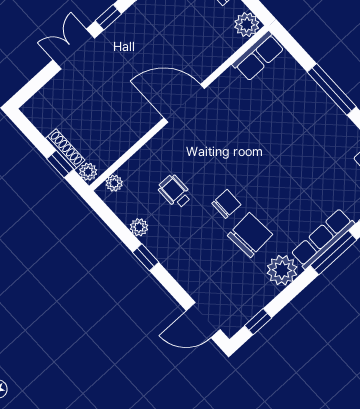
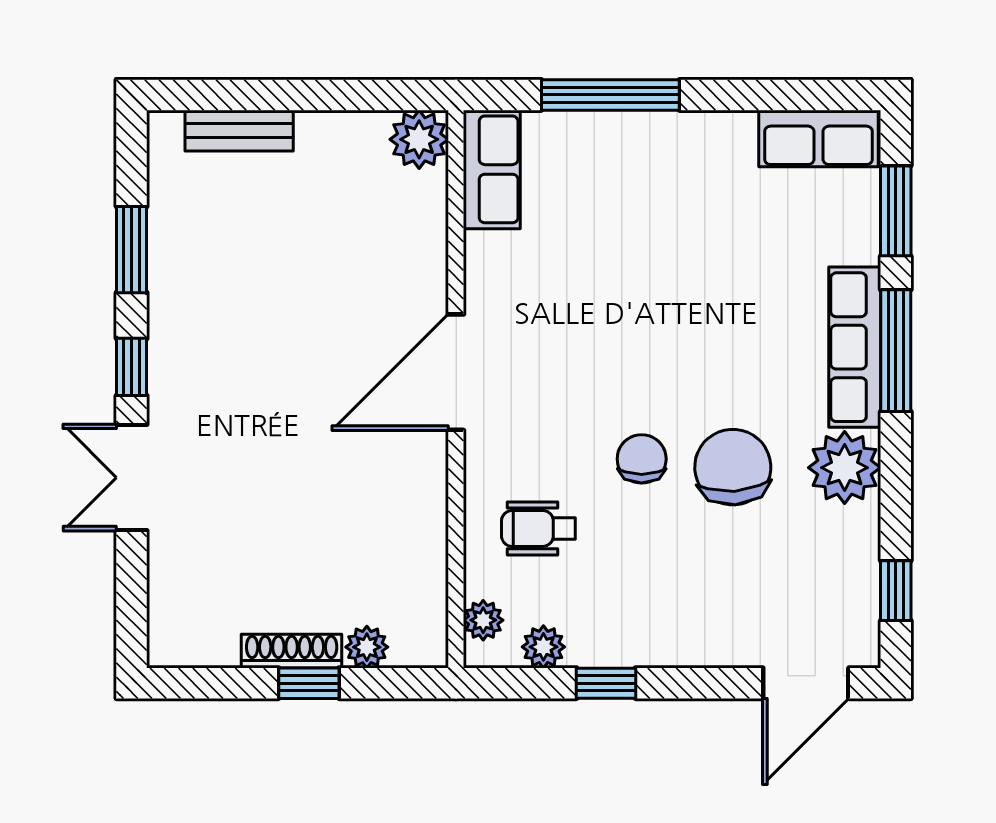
plant: (247, 25) -> (419, 139), moved
row of seats: (258, 56) -> (492, 169), moved
door: (184, 103) -> (456, 372), moved
wall: (179, 108) -> (456, 389), moved
plant: (114, 183) -> (483, 620), moved

